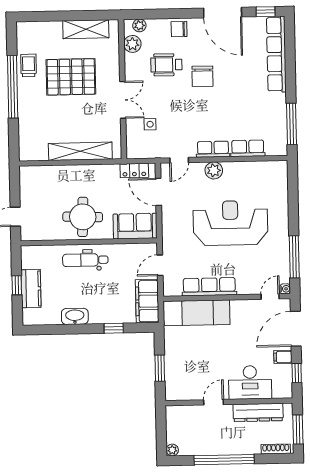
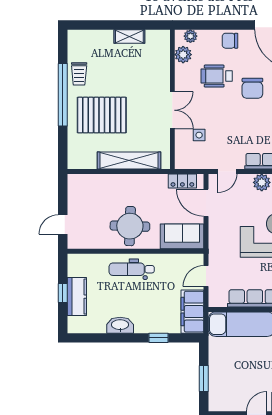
shelving: (86, 29) -> (129, 37), width x0.67, depth x0.75
trolley: (29, 65) -> (79, 74), turned 180
pallet: (71, 77) -> (102, 115), moved

